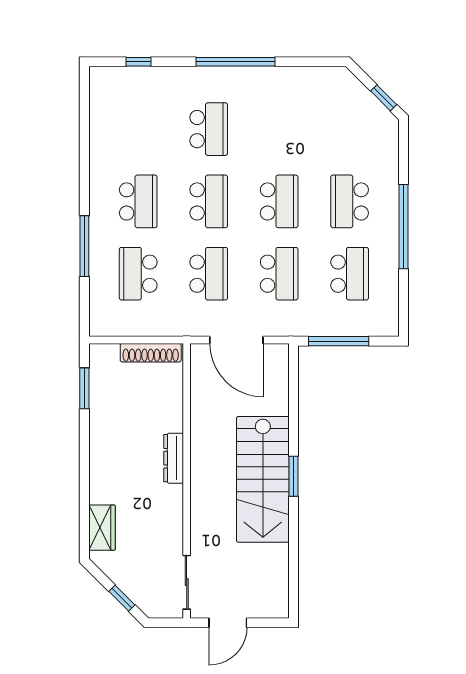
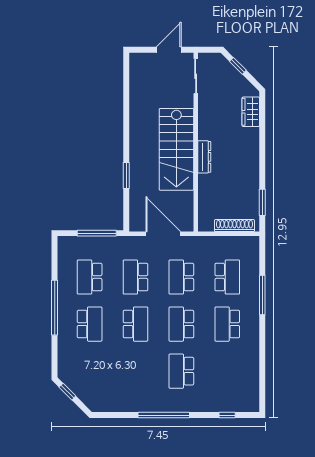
school desk: (279, 201) -> (135, 324), turned 180
shoe rack: (151, 353) -> (234, 226), moved
window: (293, 476) -> (126, 175), moved
stairs: (263, 479) -> (176, 149), moved, turned 180

